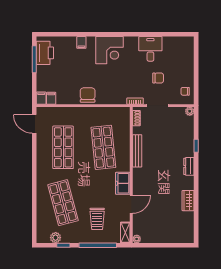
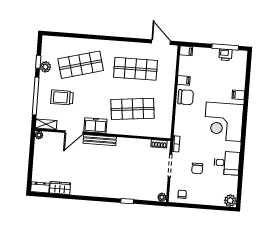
plant: (188, 43) -> (230, 201), added
corner desk: (109, 50) -> (224, 122), width x1.36, depth x1.36
printer: (45, 53) -> (225, 55), width x0.53, depth x0.68
filing cabinet: (51, 98) -> (184, 80), moved
door: (34, 124) -> (161, 42), hinge flipped
bench: (137, 151) -> (100, 140), moved
dresser: (189, 166) -> (40, 187), moved
wardrobe: (188, 201) -> (60, 188), moved
door: (131, 204) -> (74, 132), hinge flipped
plant: (56, 238) -> (45, 67), moved

